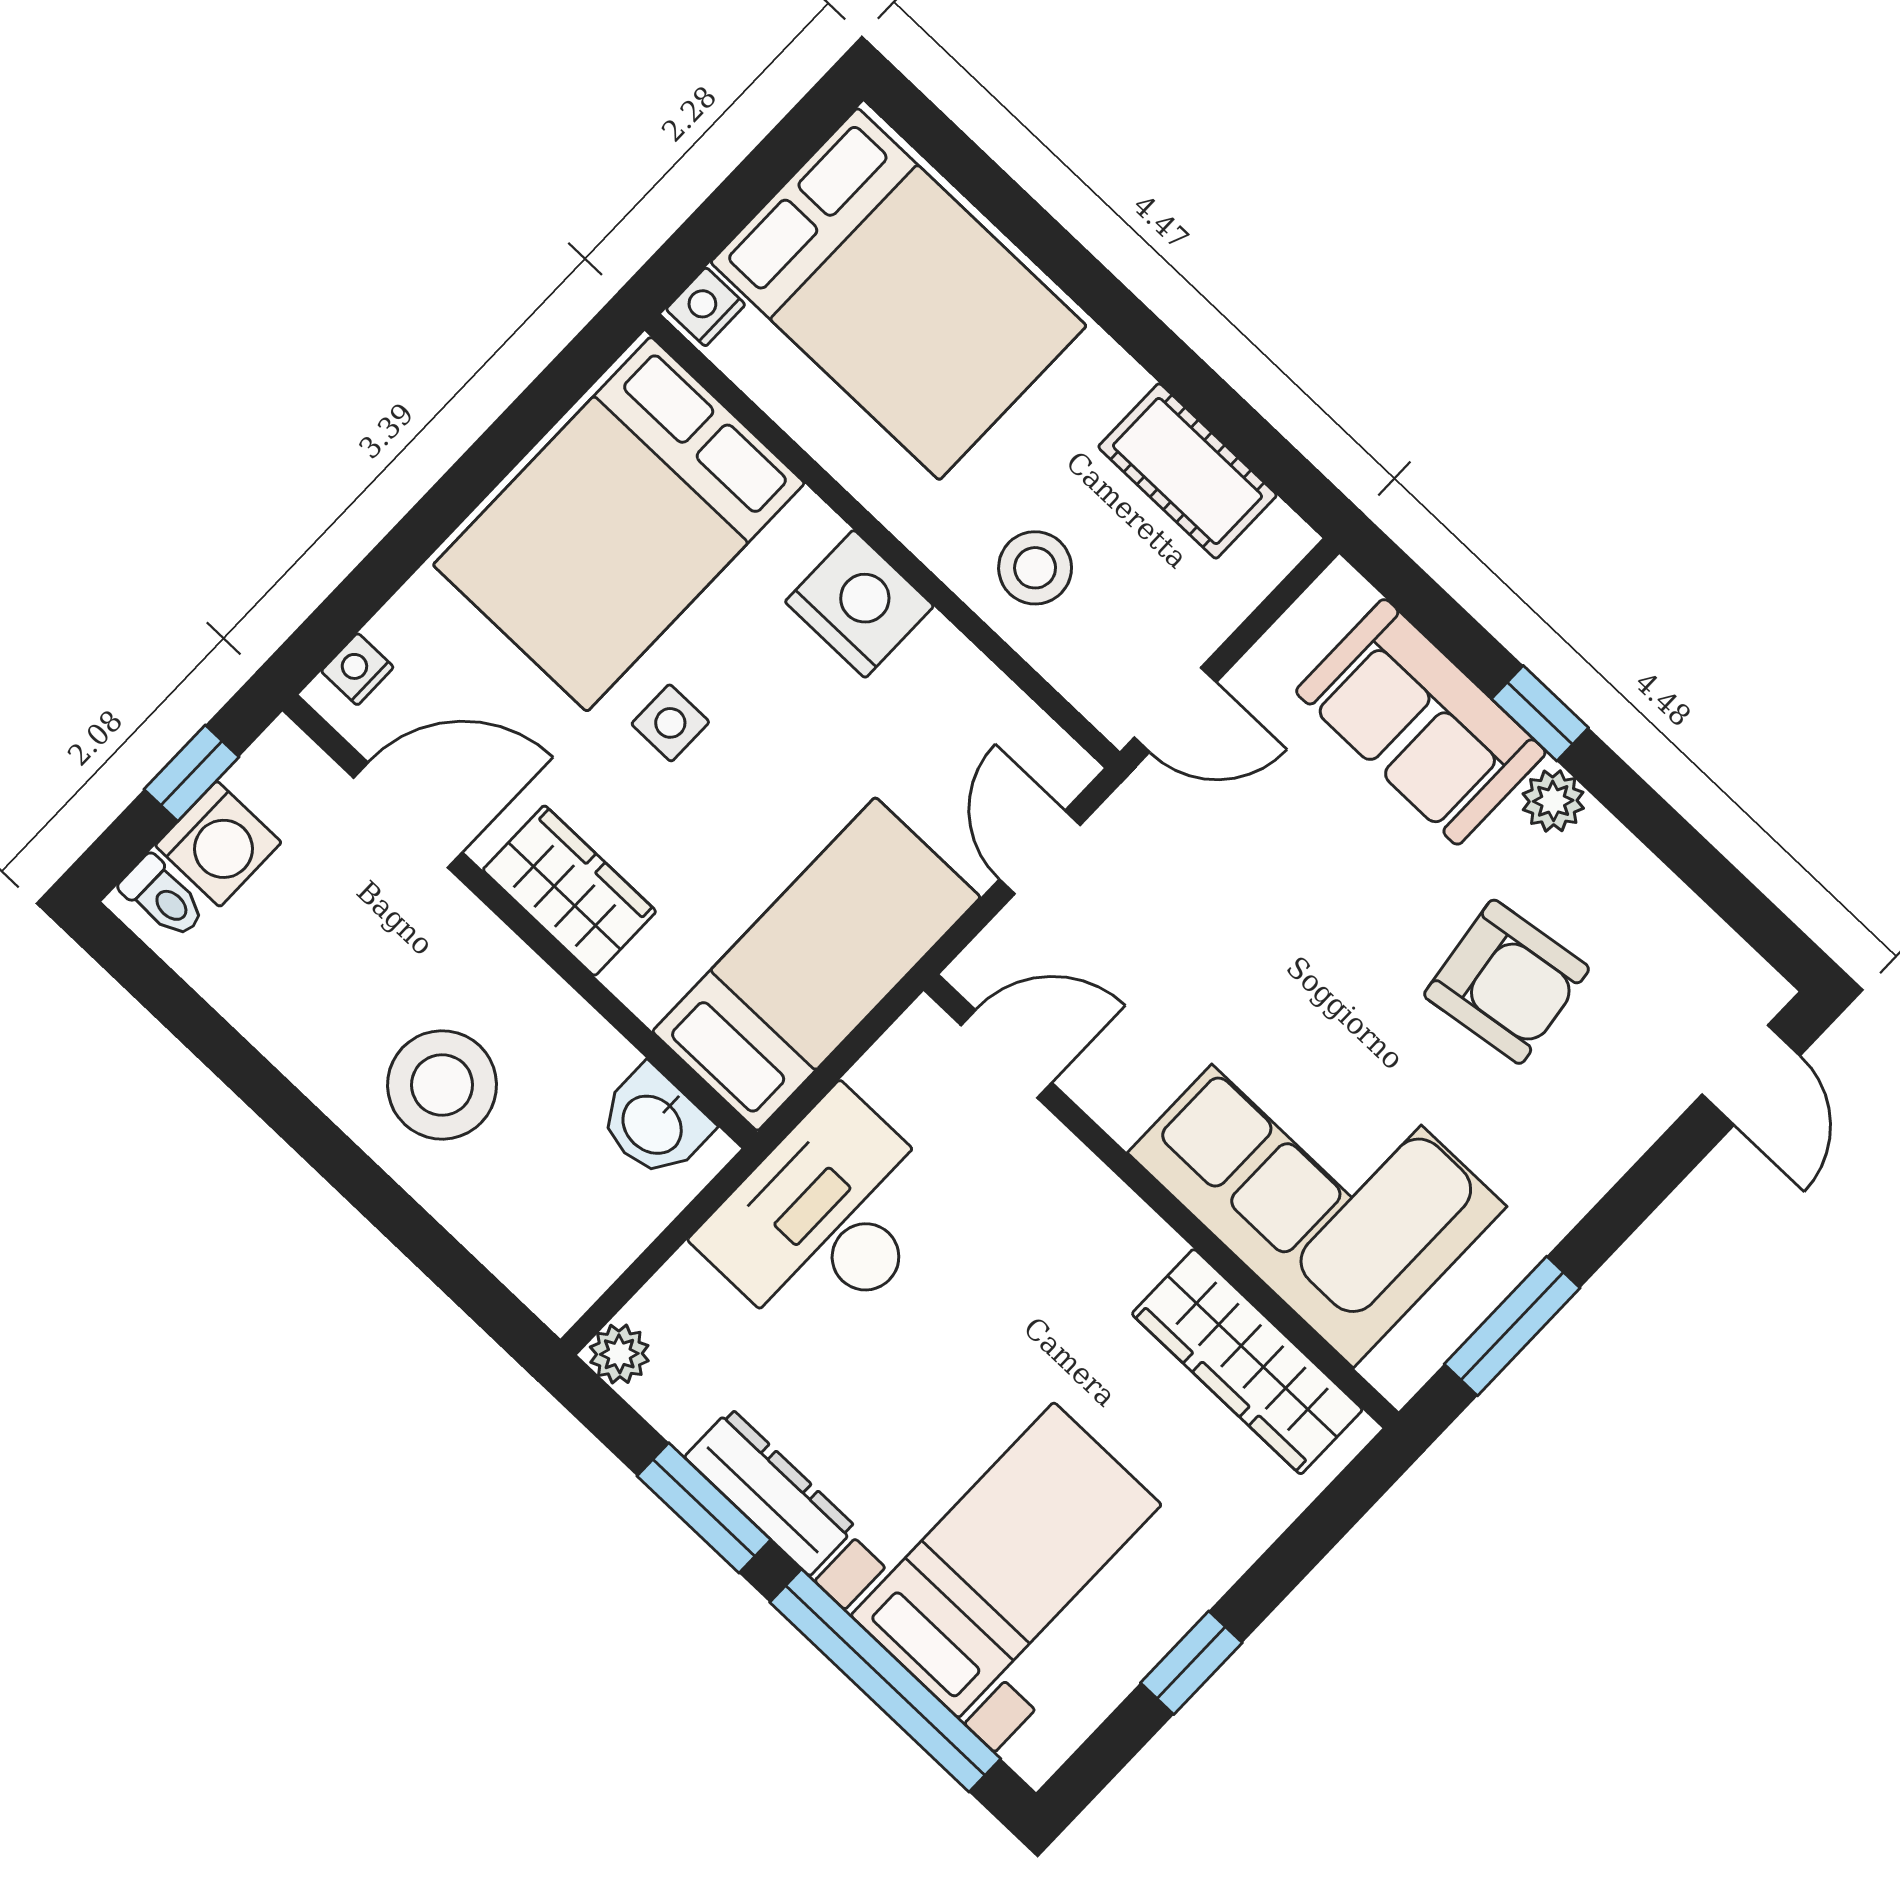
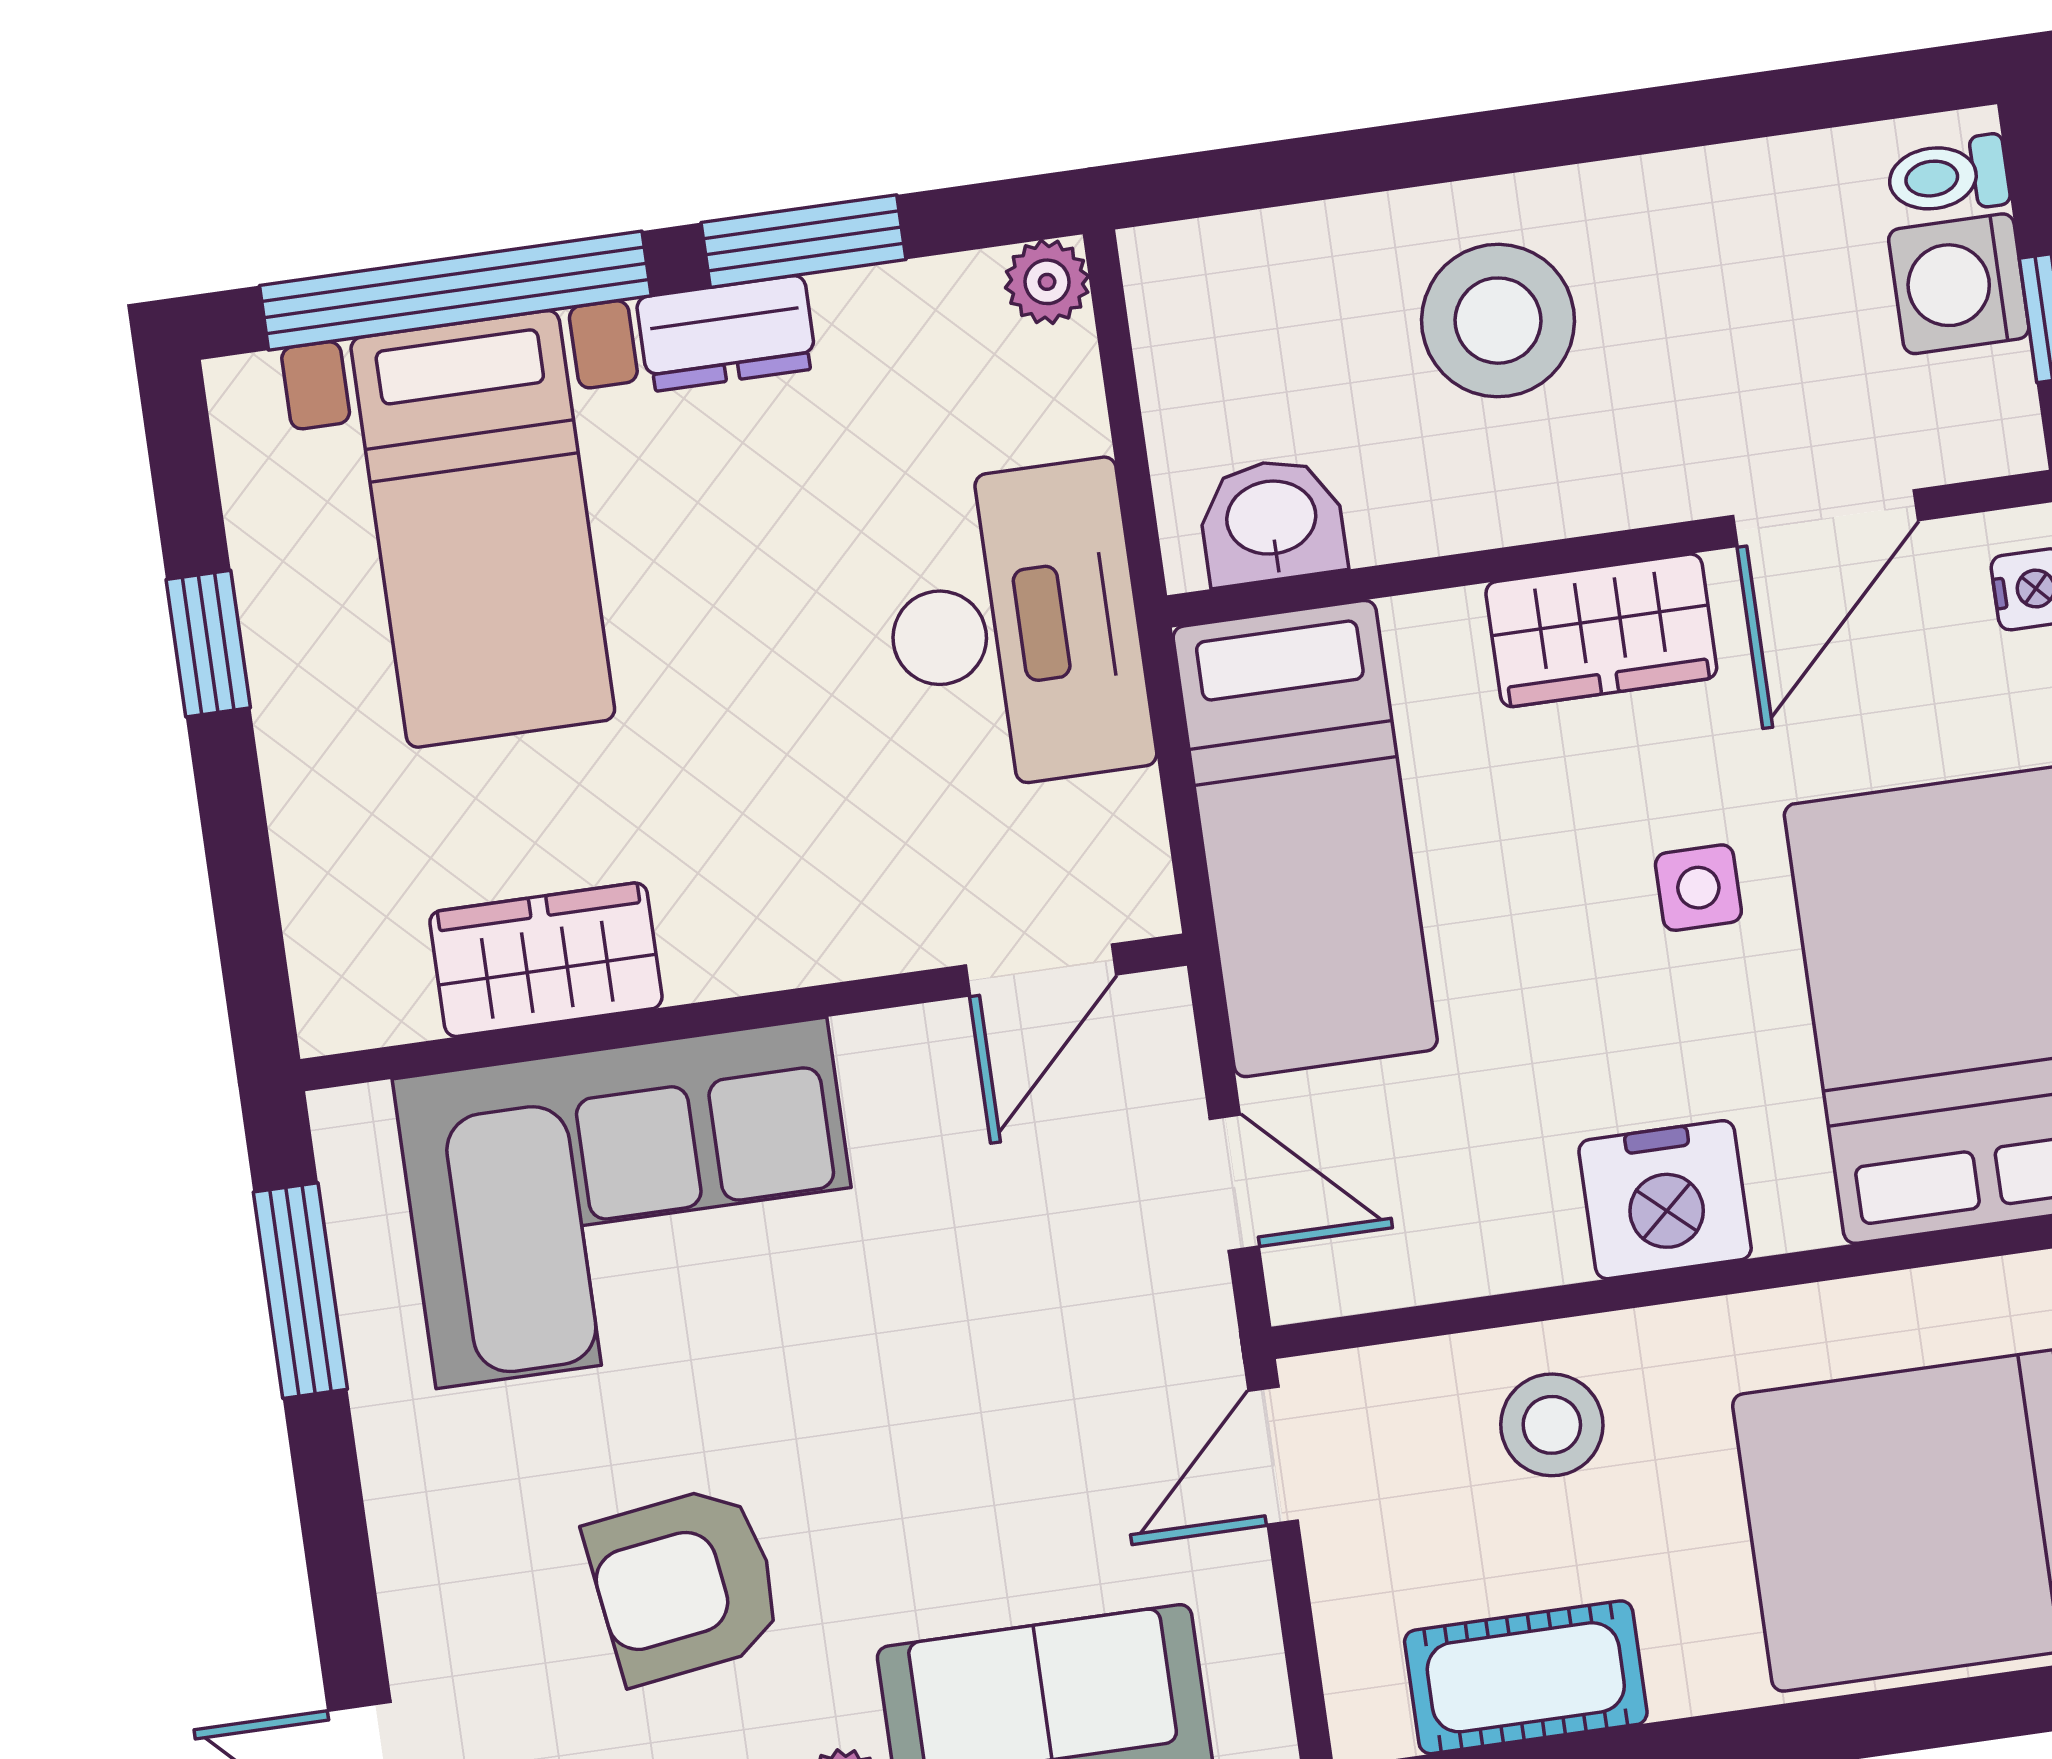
wardrobe: (1247, 1362) -> (546, 960), width x0.67
dresser: (770, 1492) -> (726, 333), width x0.70

